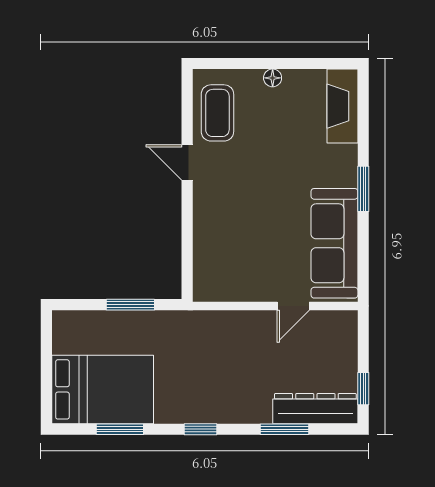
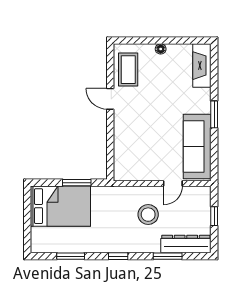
stool: (251, 359) -> (148, 215), added
bed: (103, 389) -> (60, 206), moved
window: (363, 389) -> (214, 216), moved

